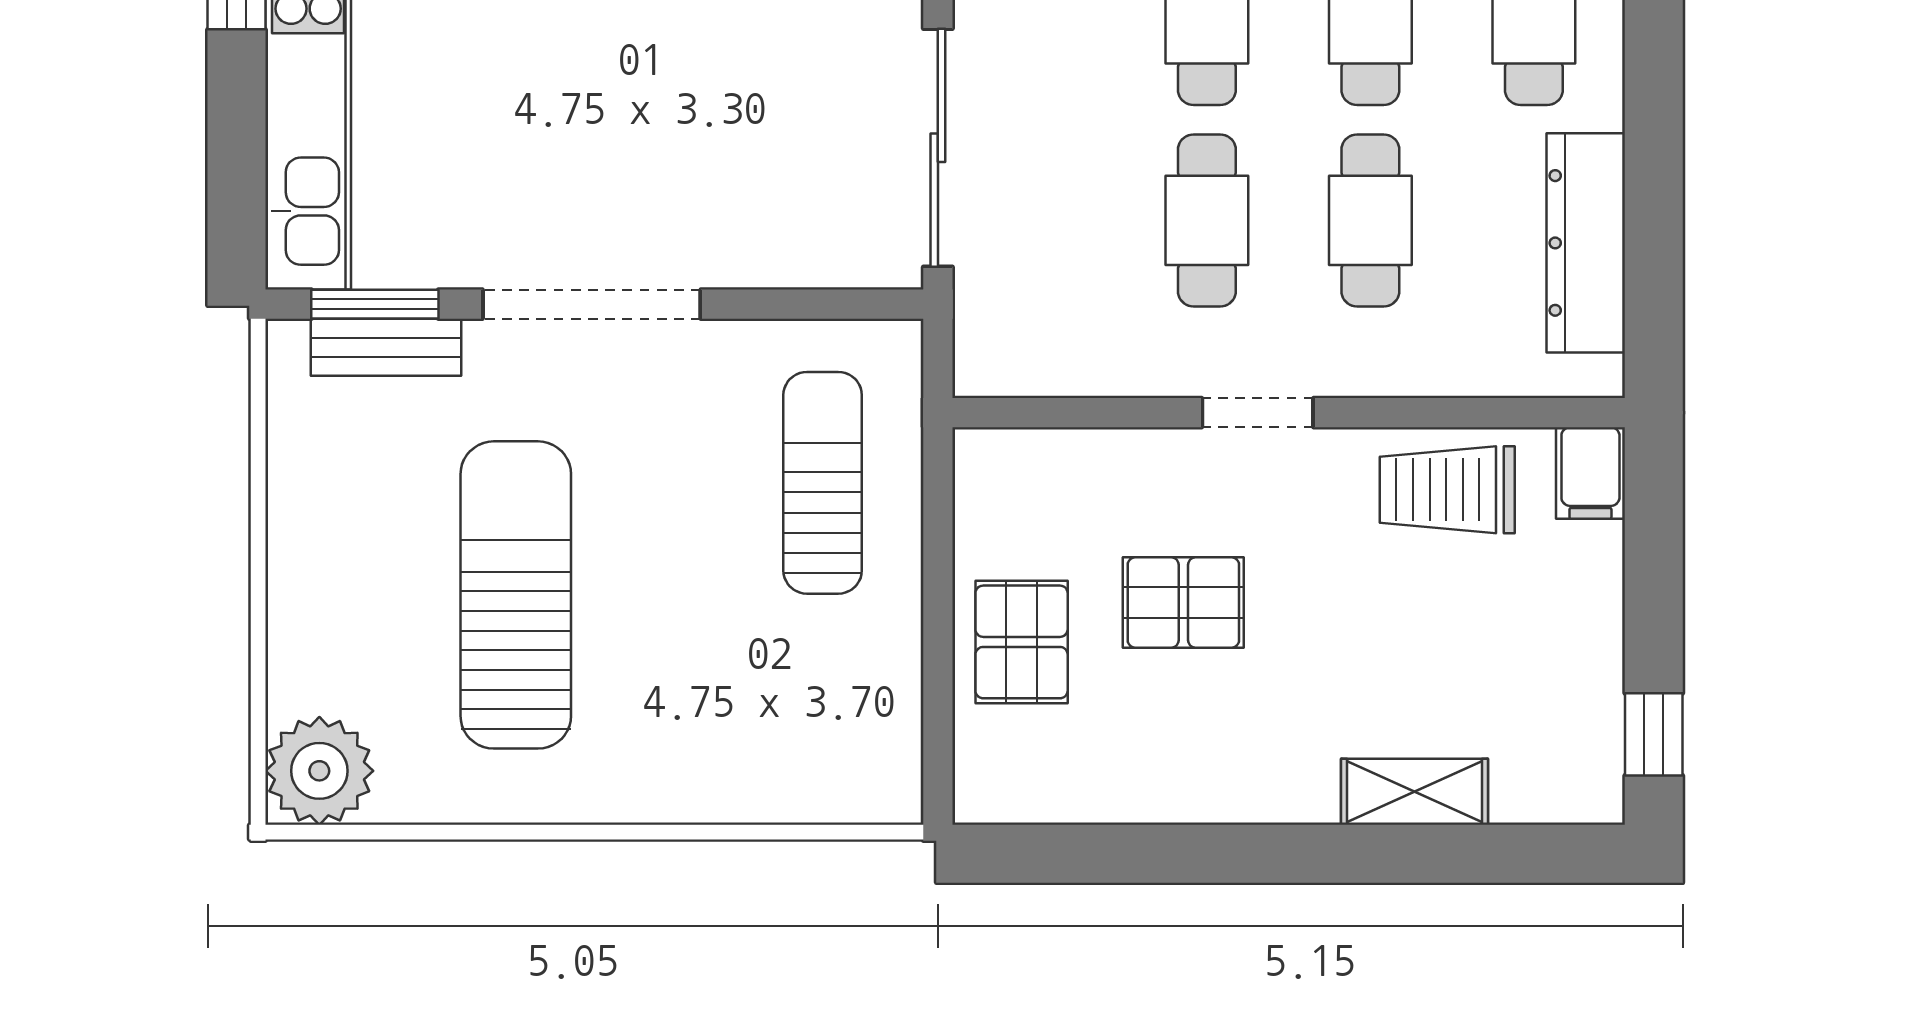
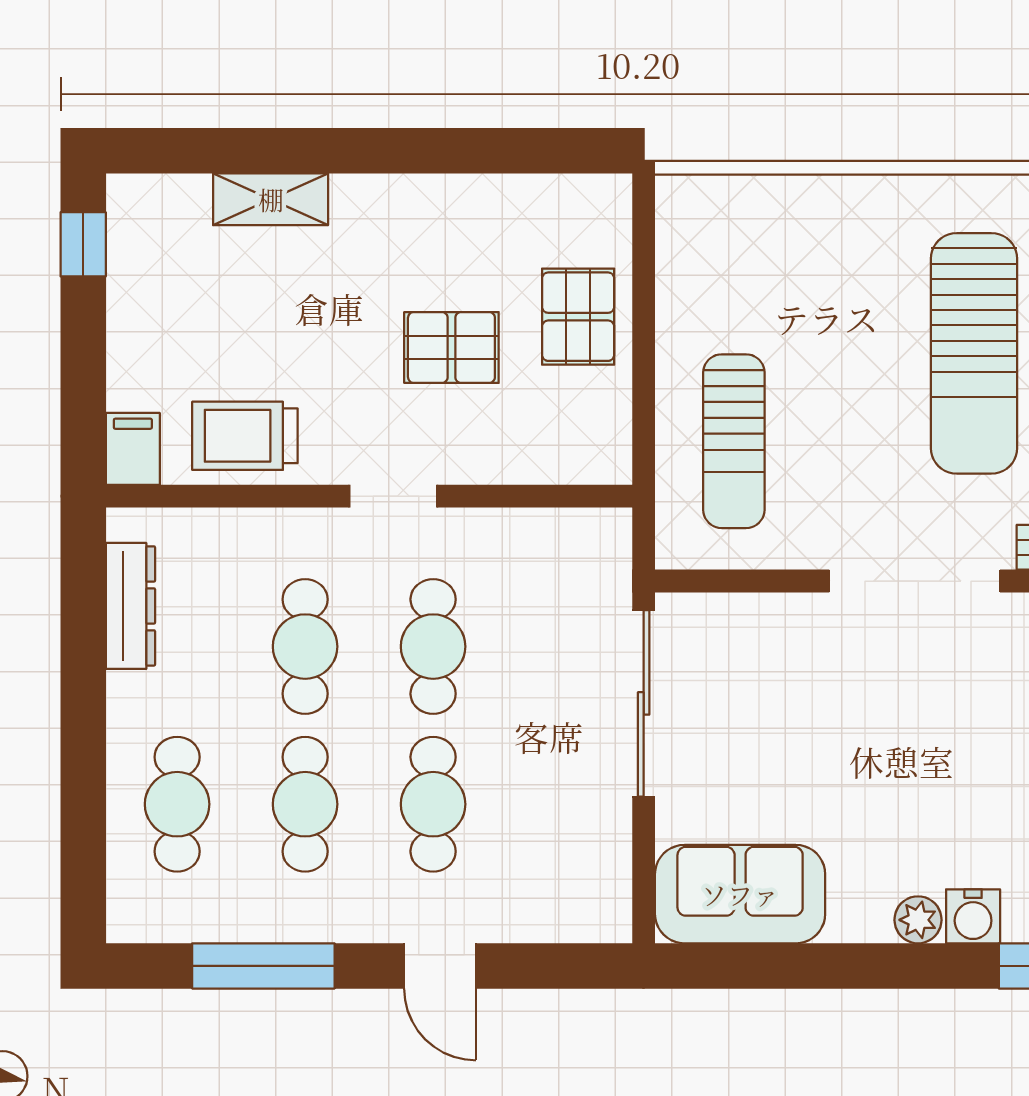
dresser: (1586, 243) -> (131, 606), width x0.73, depth x0.80
trolley: (1447, 490) -> (245, 436), turned 180

